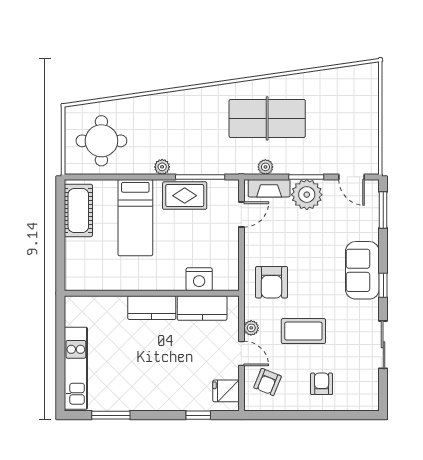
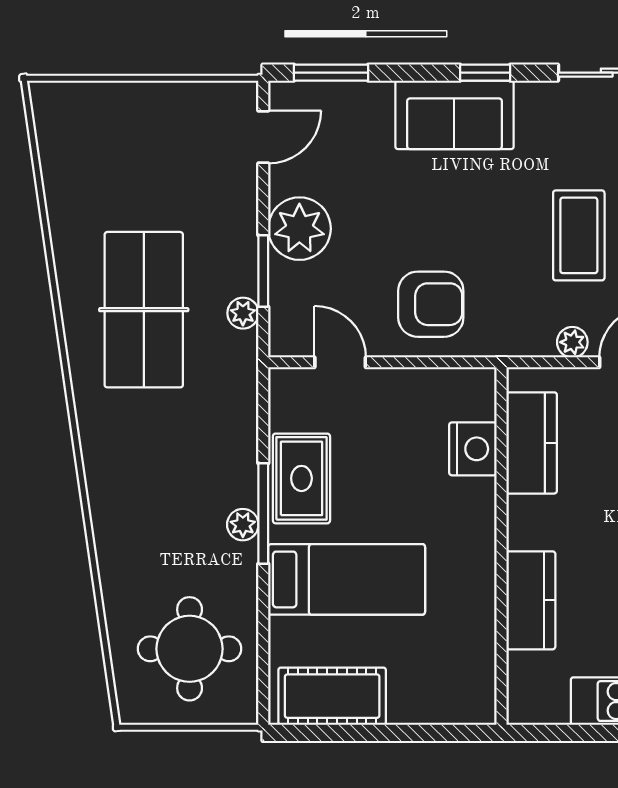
window: (200, 177) -> (263, 513), moved
window: (306, 177) -> (263, 271), moved
fireplace: (269, 188) -> (286, 306), removed
armchair: (272, 282) -> (431, 304), moved
kitchen counter: (152, 308) -> (531, 600), moved

